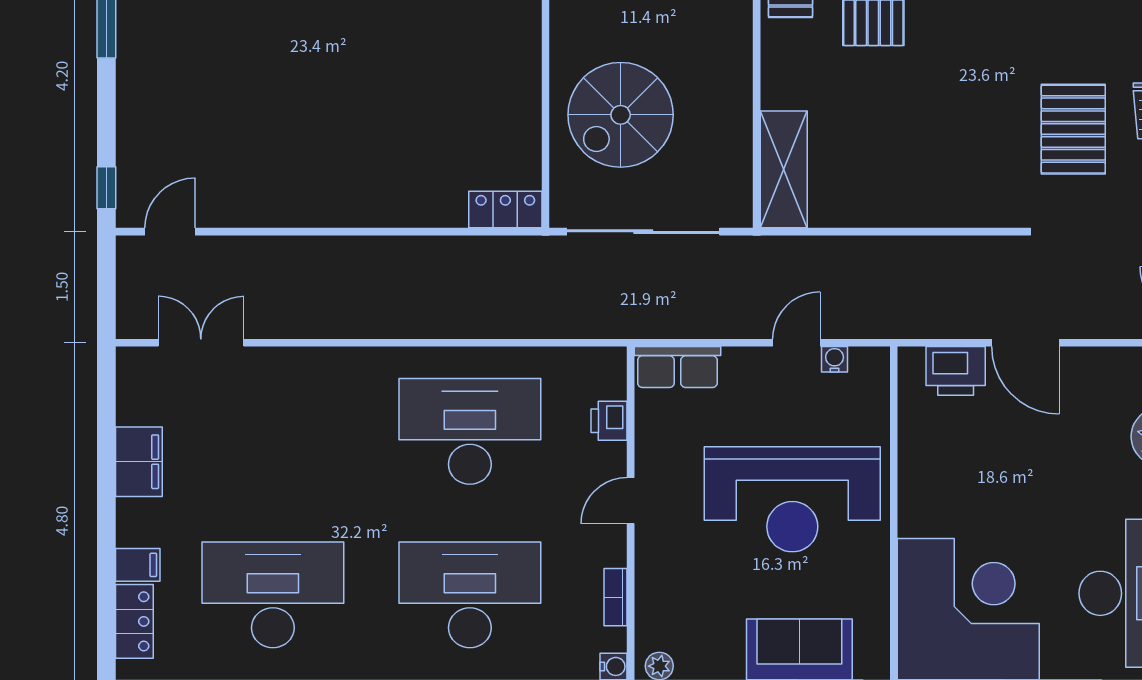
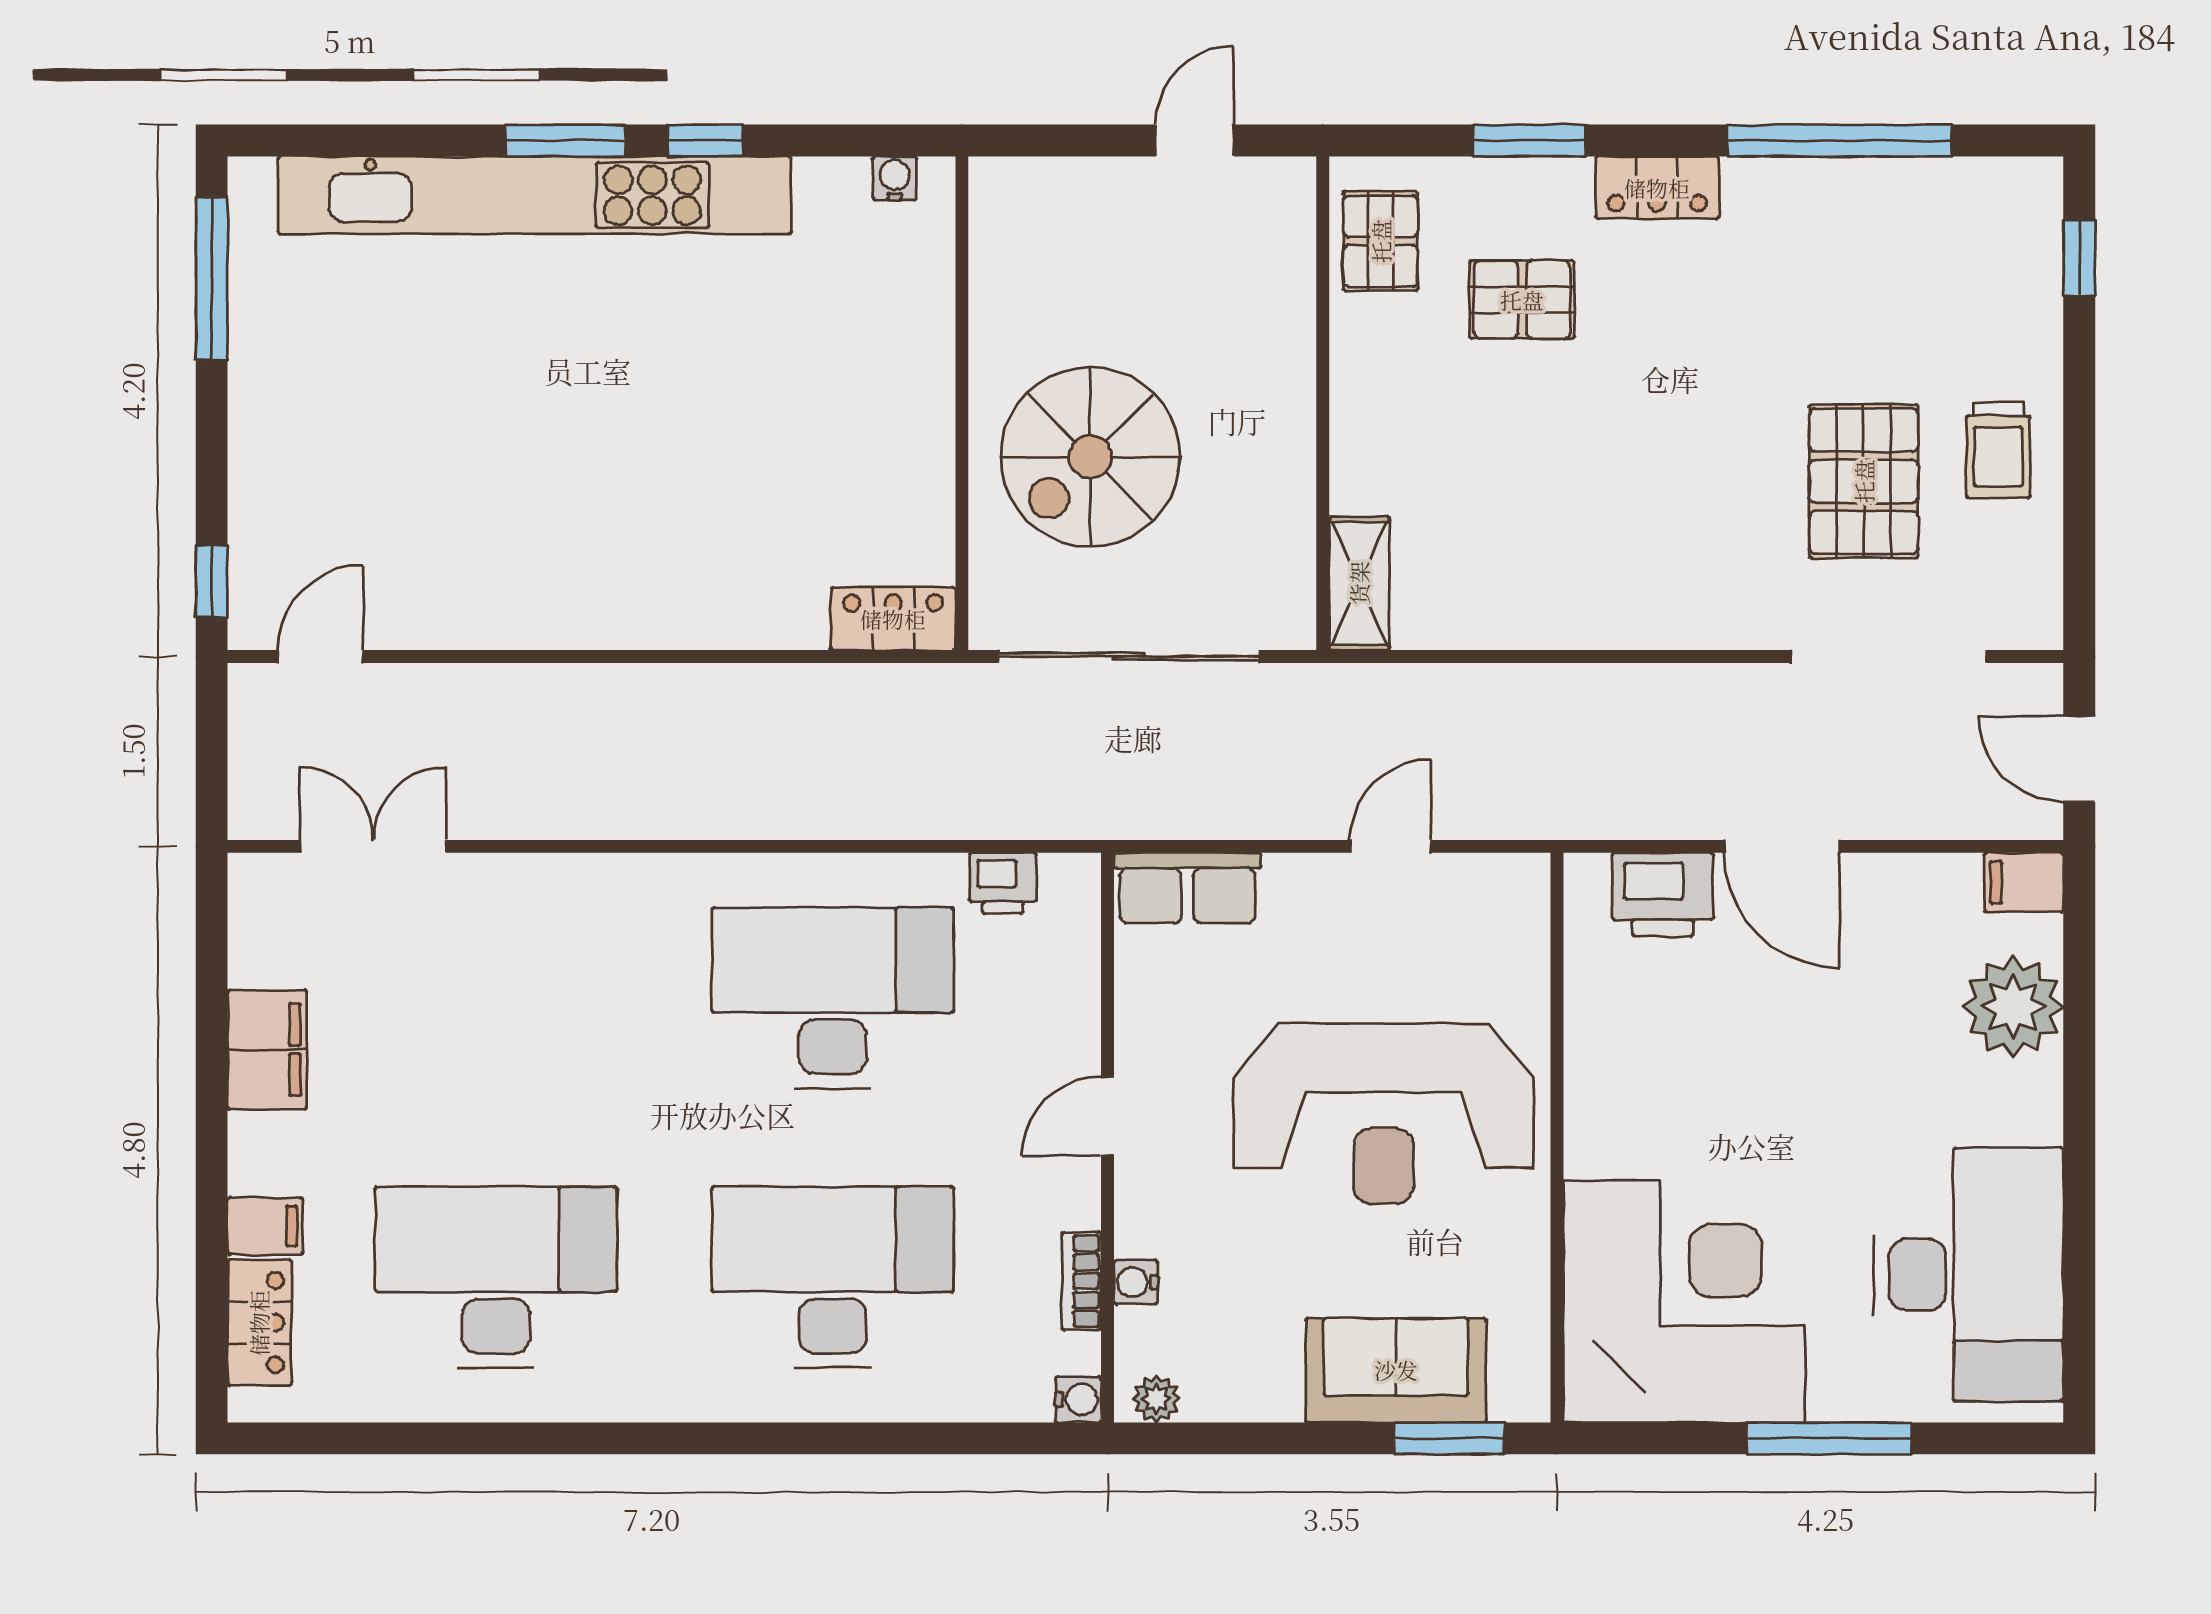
shelving: (784, 169) -> (1359, 583), width x0.67, depth x0.75
water cooler: (835, 359) -> (1136, 1282), moved, turned -90
printer: (609, 421) -> (1003, 883), moved, turned -90

